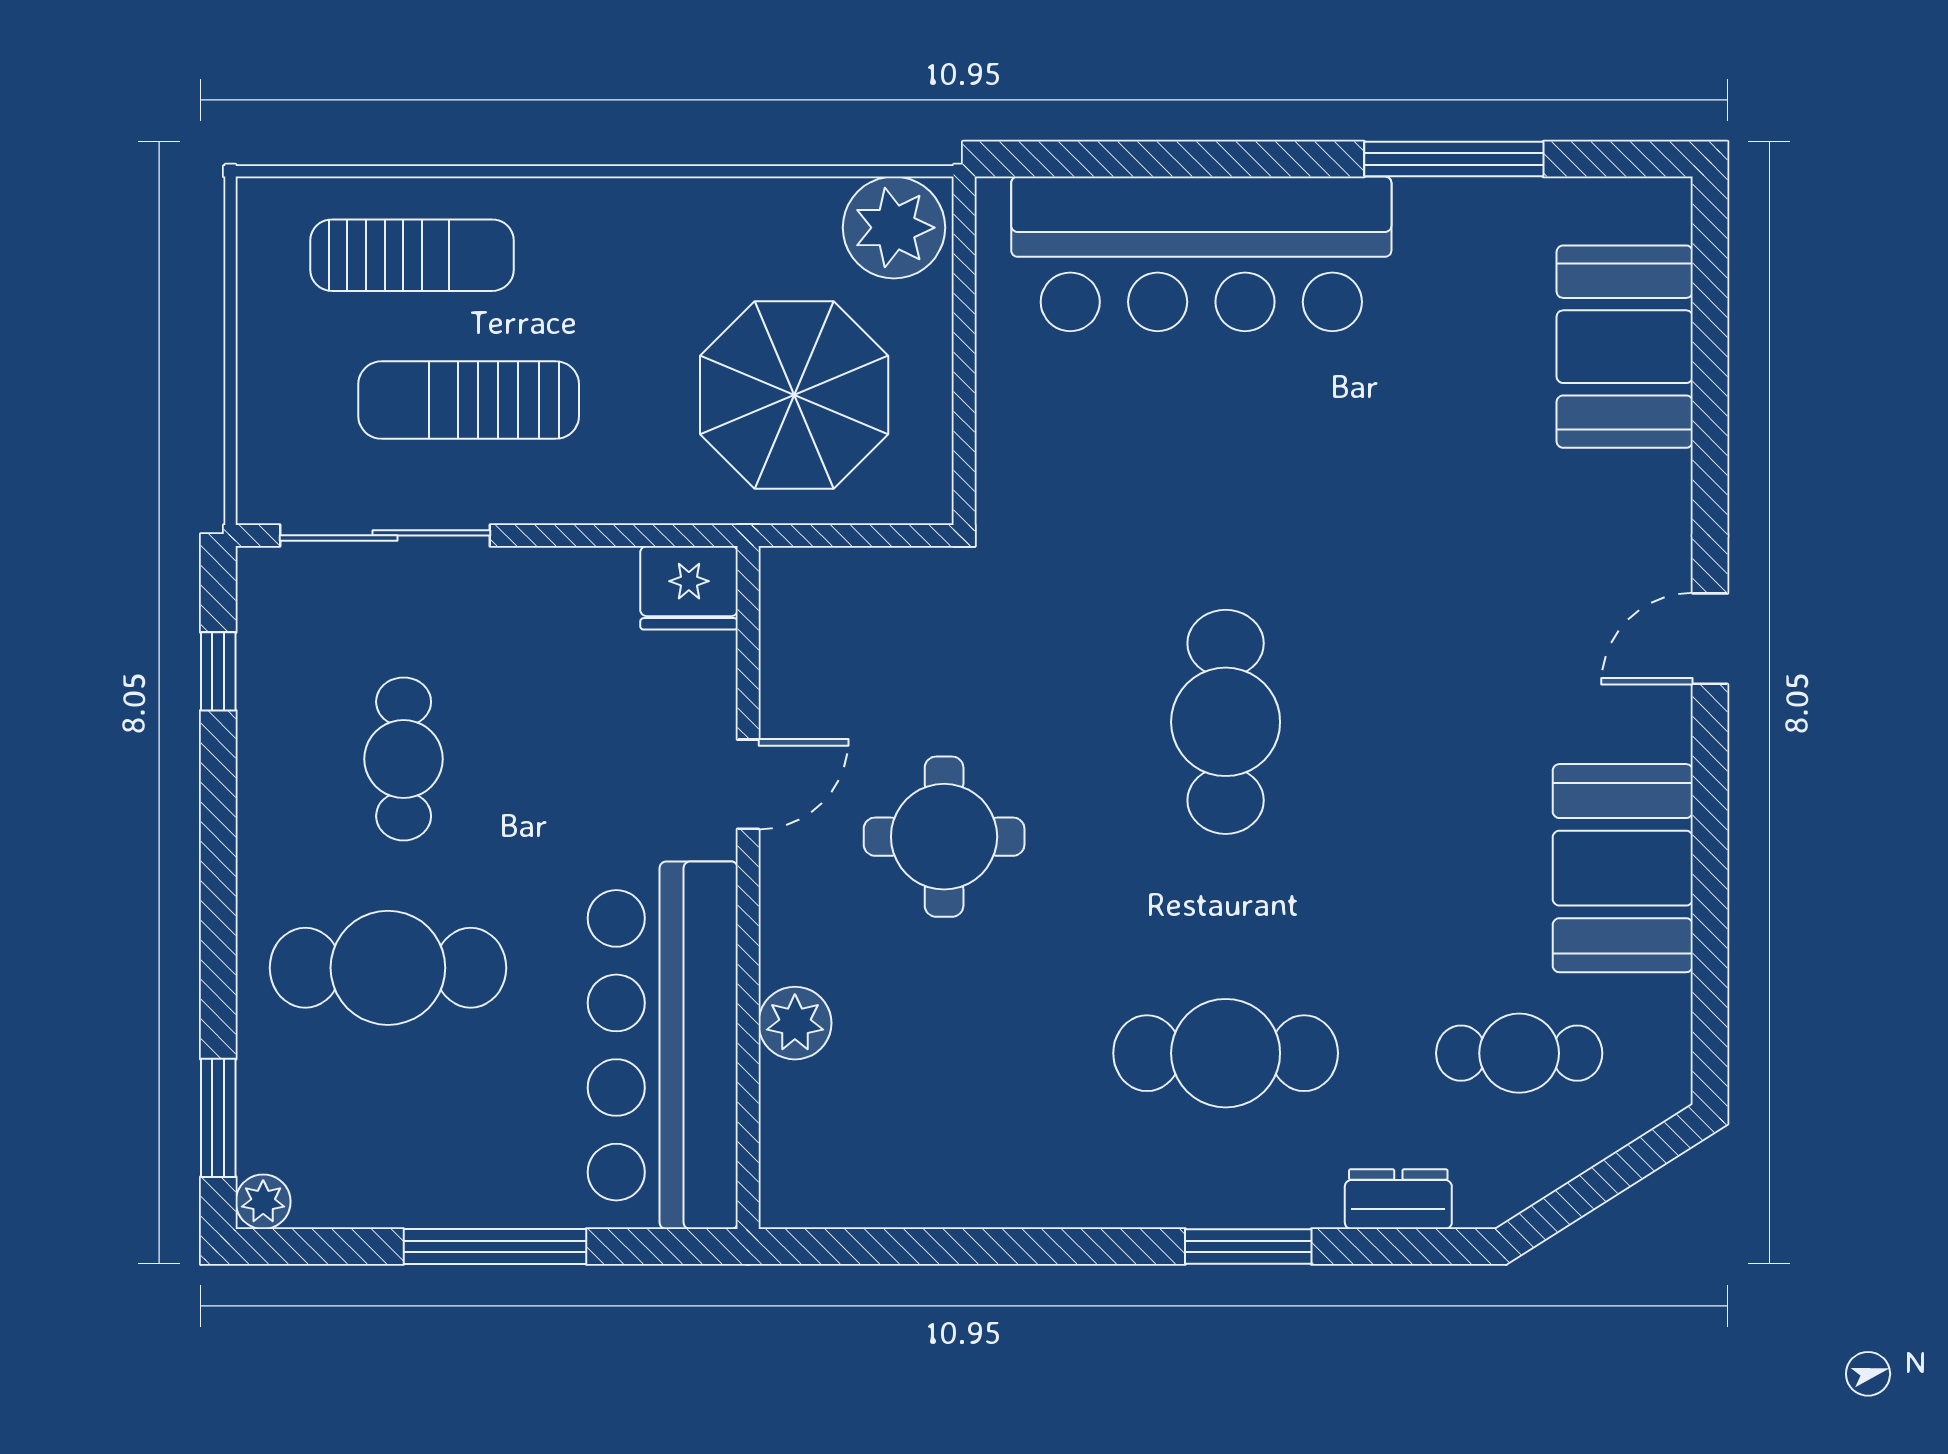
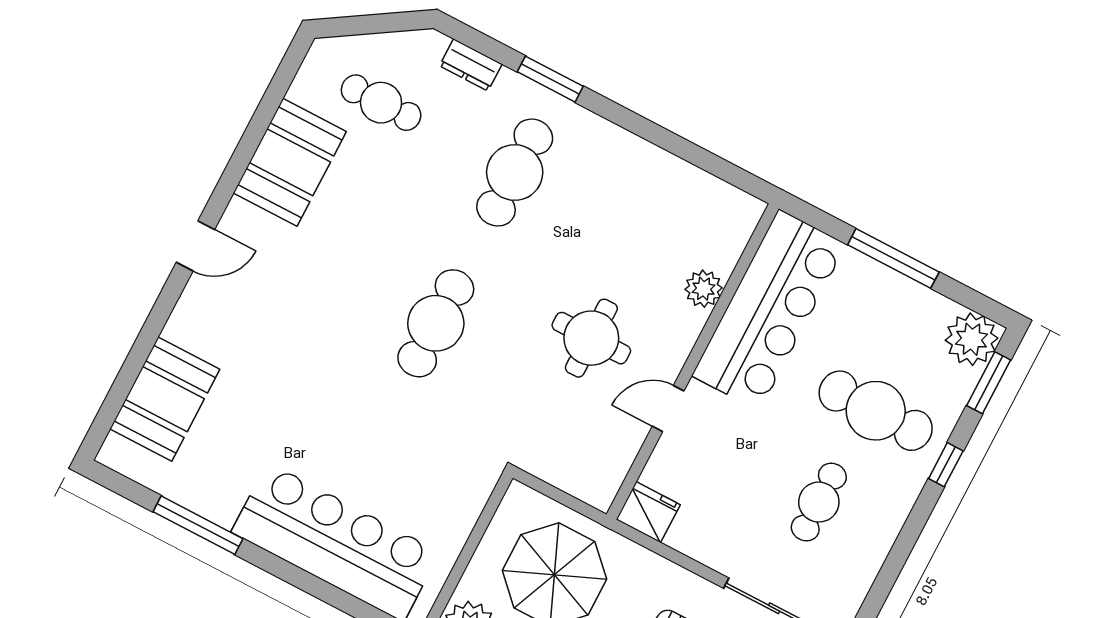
window: (218, 671) -> (946, 465), moved
cafe table: (1226, 1053) -> (515, 173), turned 90
plant: (263, 1202) -> (972, 339), width x1.88, depth x1.88

